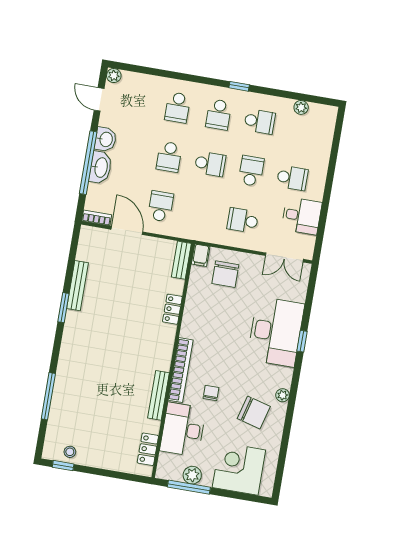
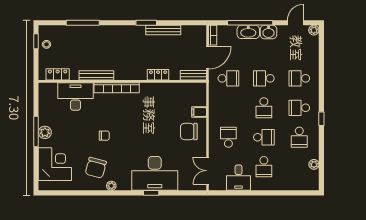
bench: (181, 260) -> (193, 75), moved
locker: (172, 309) -> (158, 75), moved
wall: (173, 361) -> (122, 81), moved
bookcase: (181, 370) -> (117, 88), moved
bench: (159, 395) -> (96, 75), moved
desk: (183, 430) -> (75, 96), moved
locker: (148, 449) -> (58, 74), moved

